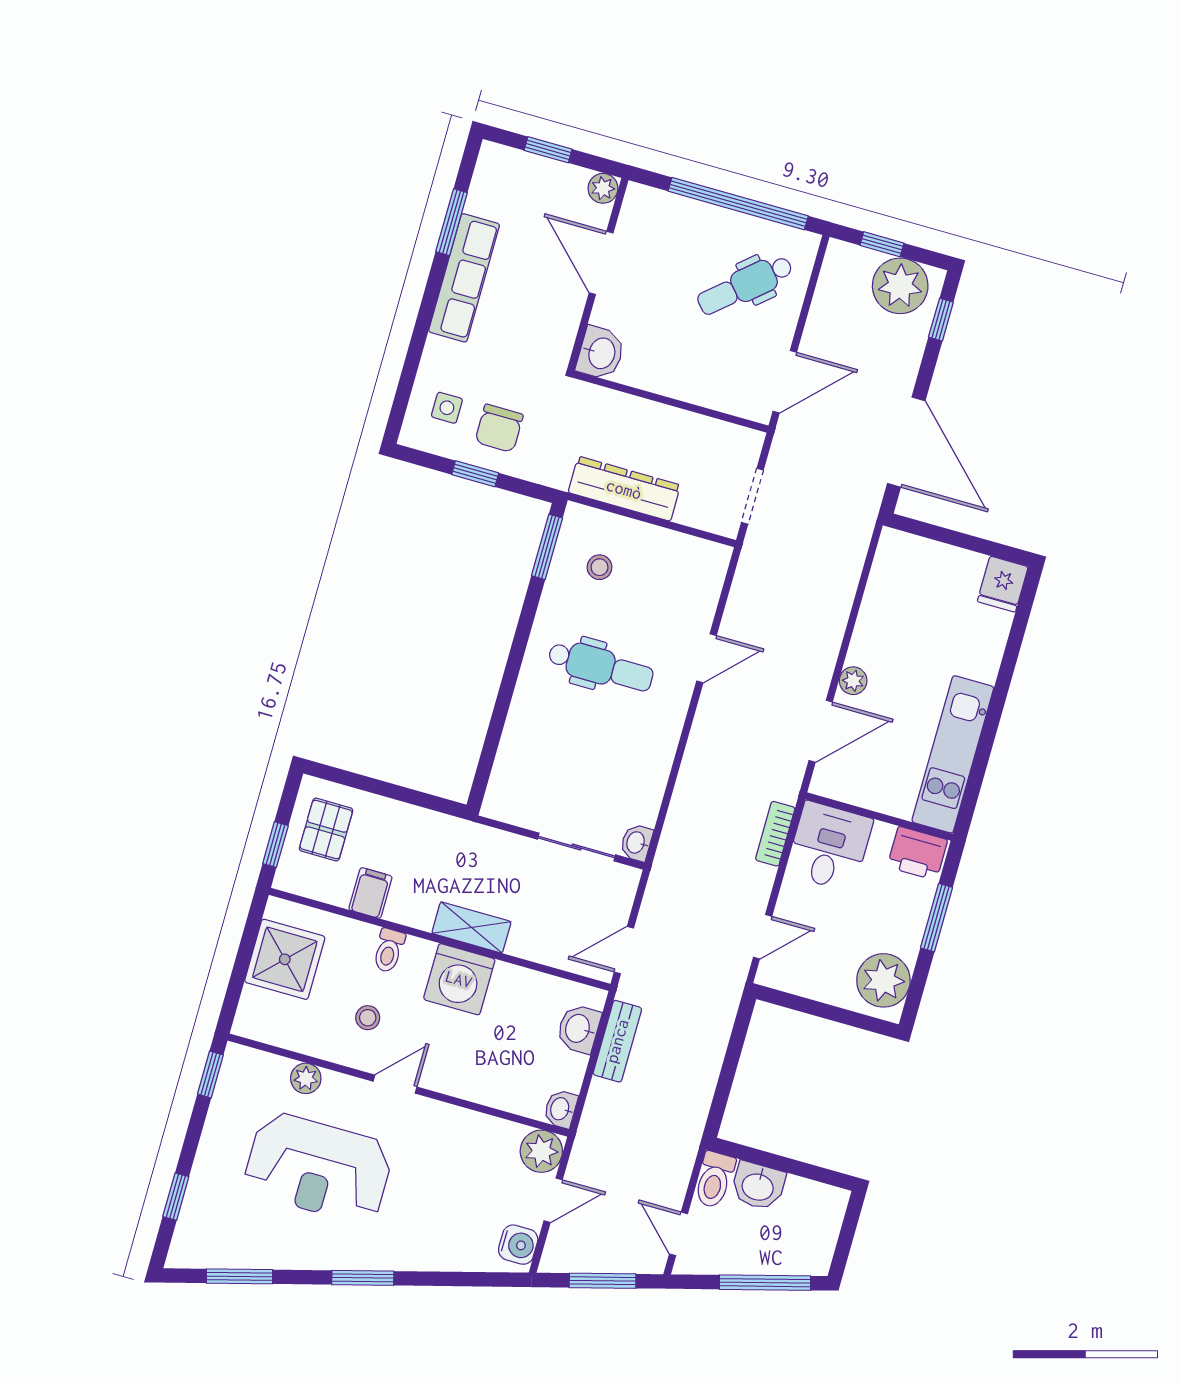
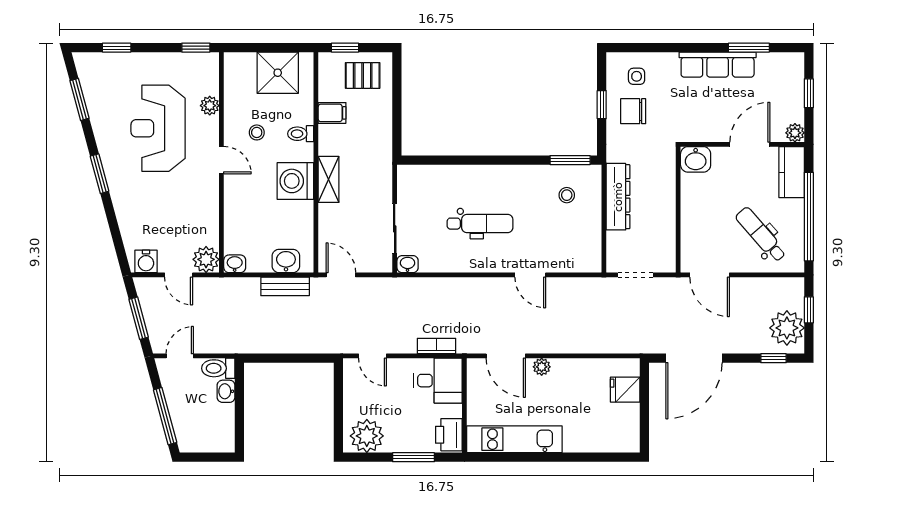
kitchen counter: (662, 211) -> (792, 172), added
fridge: (1003, 584) -> (625, 390), moved
dental chair: (601, 666) -> (480, 224), moved, turned -90
washbasin: (758, 1186) -> (226, 391), width x0.72, depth x0.69

